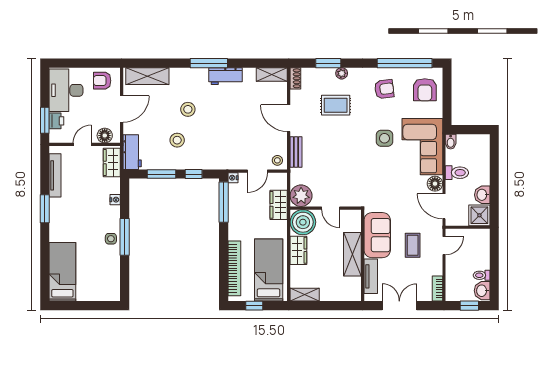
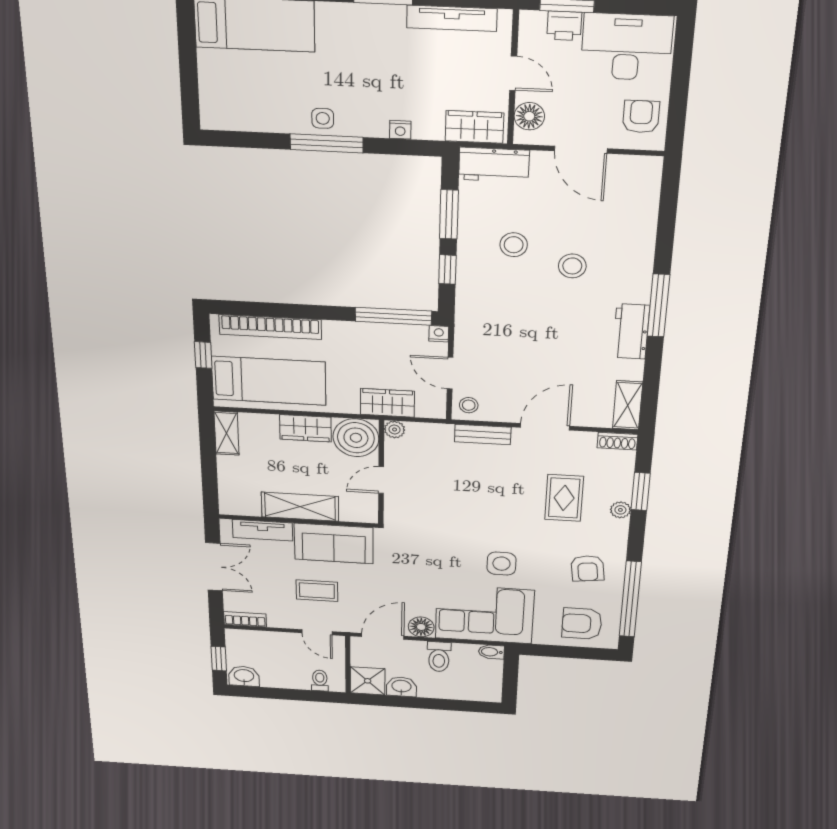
shelving: (147, 76) -> (643, 199), removed
plant: (301, 196) -> (395, 430), width x0.53, depth x0.53
toilet: (482, 275) -> (320, 681), moved

